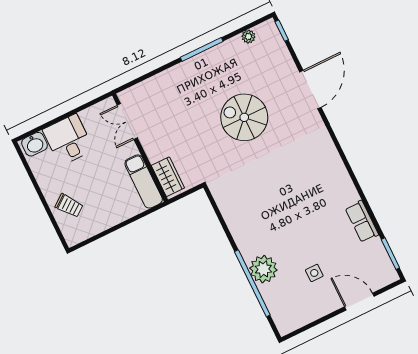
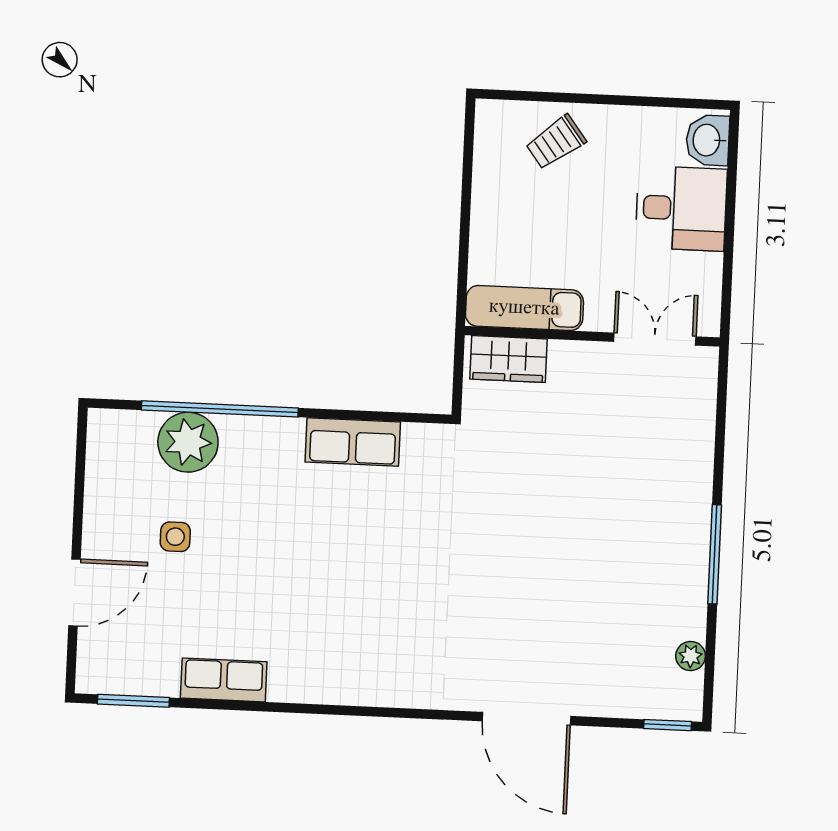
spiral stairs: (244, 117) -> (542, 565), removed
row of seats: (236, 222) -> (353, 442), added
plant: (263, 269) -> (188, 442), moved

